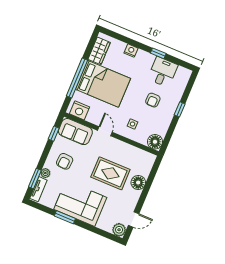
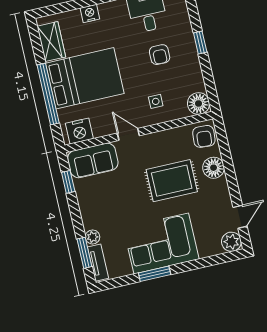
armchair: (65, 161) -> (204, 136), moved

